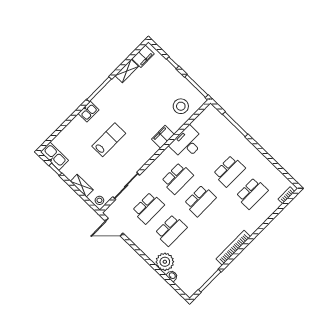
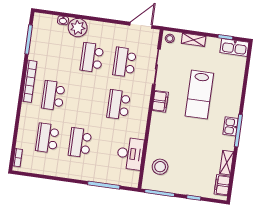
kitchen sink: (88, 112) -> (231, 126), moved
filing cabinet: (163, 137) -> (160, 101), moved
lab bench: (109, 140) -> (199, 95), width x1.36, depth x1.39
desk: (187, 143) -> (130, 154), moved
school desk: (200, 201) -> (53, 95), moved

